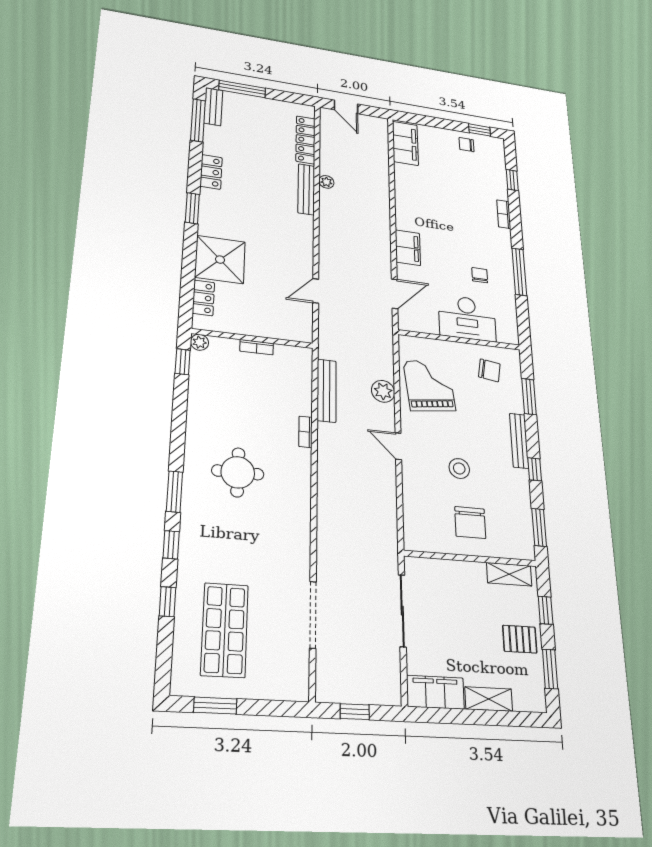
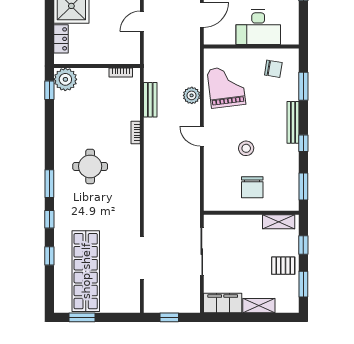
plant: (199, 342) -> (65, 79), width x1.88, depth x1.88
bookcase: (257, 347) -> (121, 72), moved
bench: (327, 391) -> (150, 100), width x0.73
shop shelf: (225, 630) -> (86, 271), width x1.40

